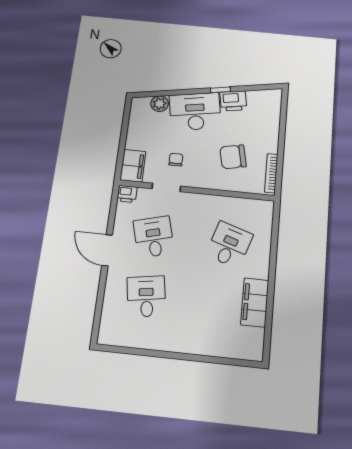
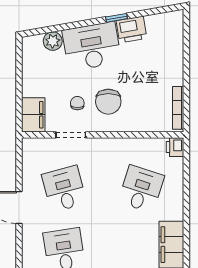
chair: (233, 157) -> (108, 102), moved, turned -78
printer: (127, 194) -> (175, 147), moved, turned 90

